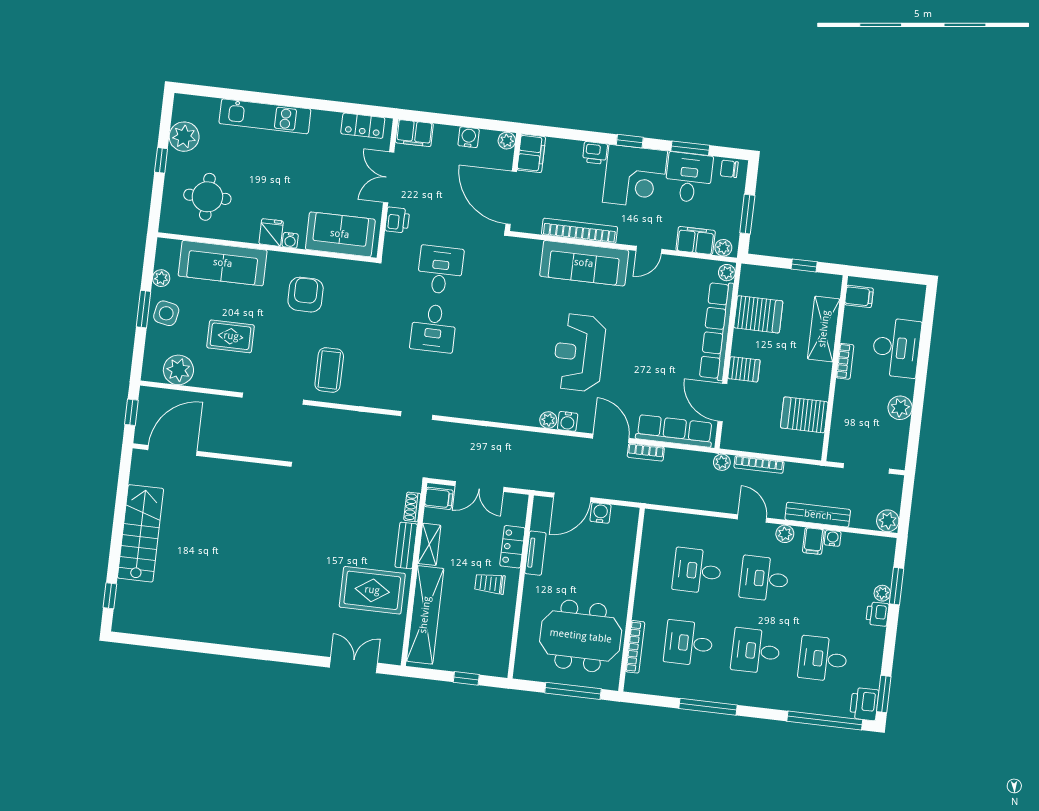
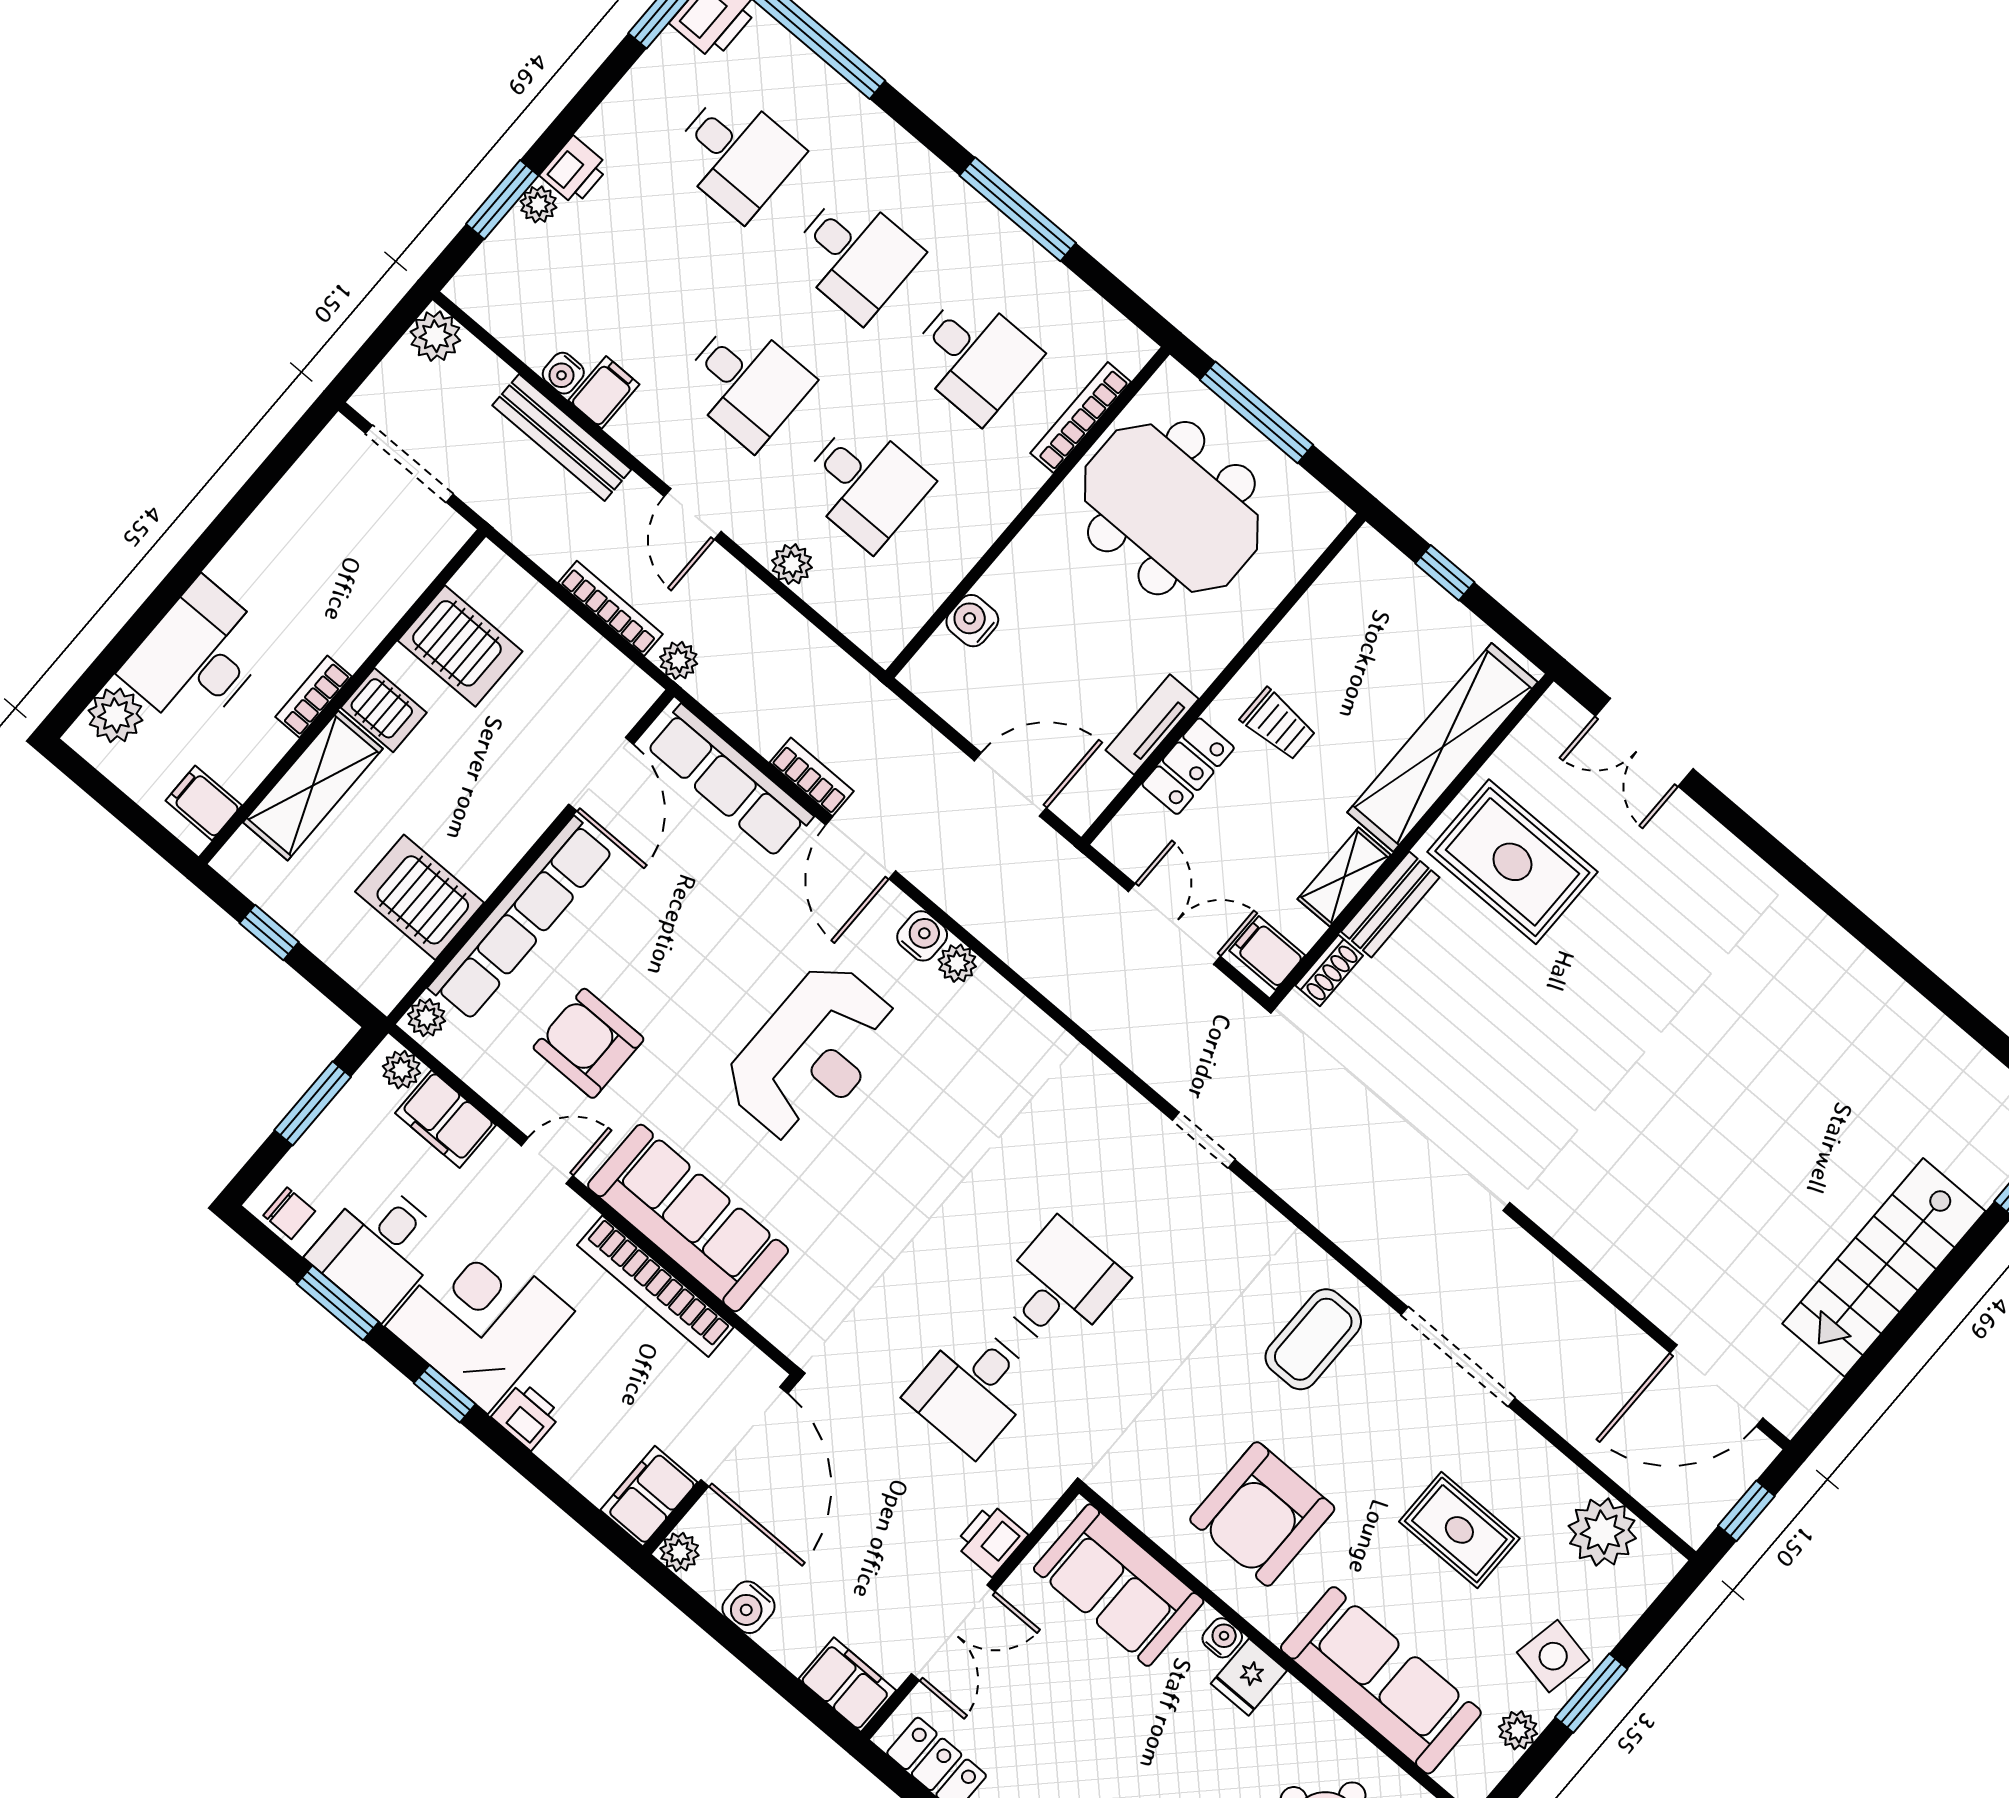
armchair: (306, 295) -> (1262, 1514), width x1.36, depth x1.36
armchair: (662, 302) -> (588, 1043), added
server rack: (744, 369) -> (384, 710), moved, turned 180
plant: (900, 408) -> (115, 715), moved
water cooler: (600, 513) -> (972, 621), moved, turned 90
plant: (785, 534) -> (792, 564), moved

